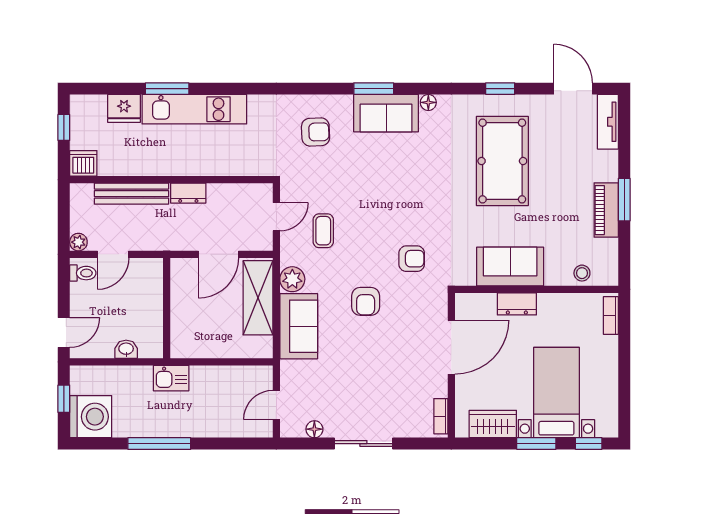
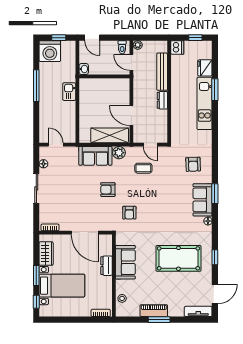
wall: (167, 308) -> (104, 76), moved

